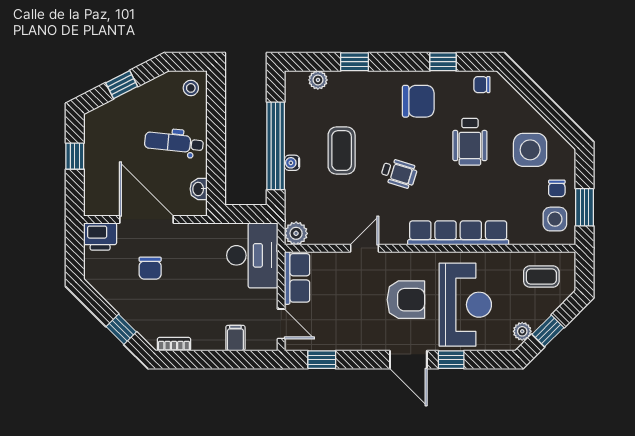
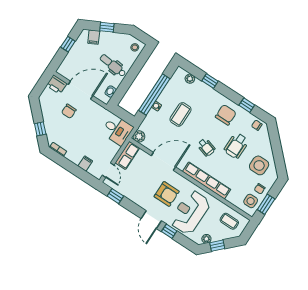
chair: (418, 101) -> (226, 115), turned -90
filing cabinet: (110, 116) -> (94, 37), added
wheelchair: (399, 173) -> (206, 147), moved
door: (147, 220) -> (81, 90), hinge flipped
door: (364, 248) -> (163, 161), width x1.87
desk: (252, 255) -> (117, 130), width x0.73
reception desk: (465, 305) -> (190, 212), turned 180

